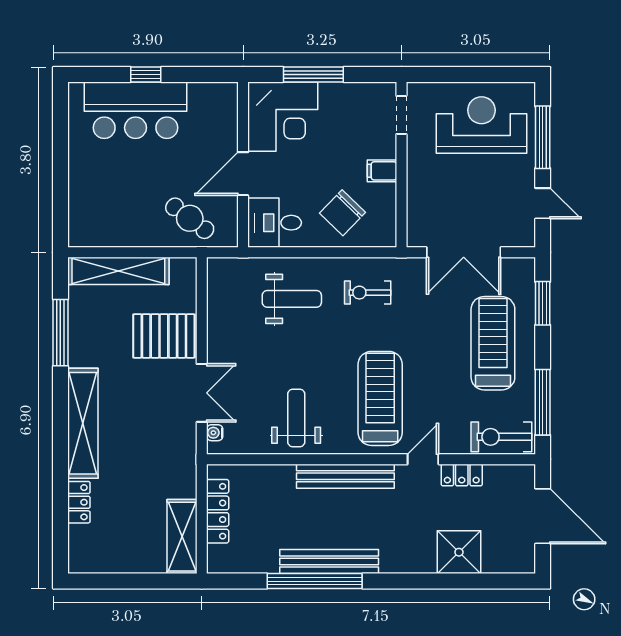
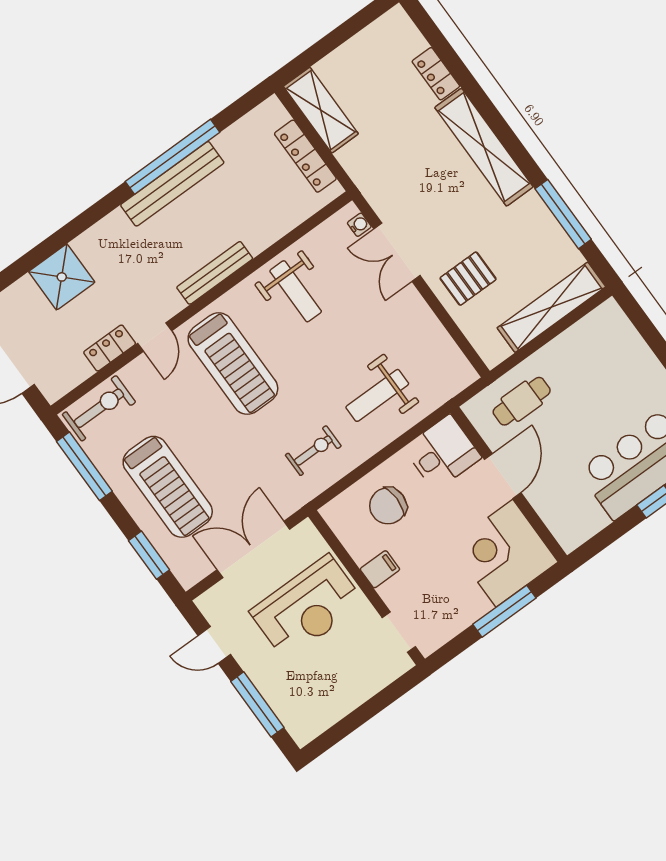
reception desk: (482, 125) -> (307, 607), moved
chair: (342, 213) -> (388, 506), turned -134
cafe table: (190, 218) -> (522, 401), turned -37
pallet: (164, 336) -> (468, 279), width x0.67, depth x0.71
bench: (345, 476) -> (215, 273), width x0.73, depth x0.82

